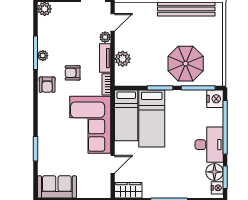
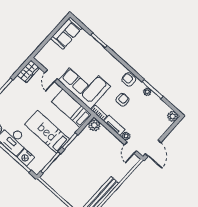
plant: (123, 59) -> (94, 125), moved
parasol: (186, 64) -> (70, 168), removed
nightstand: (215, 99) -> (26, 157), moved
bed: (152, 119) -> (47, 132), moved

